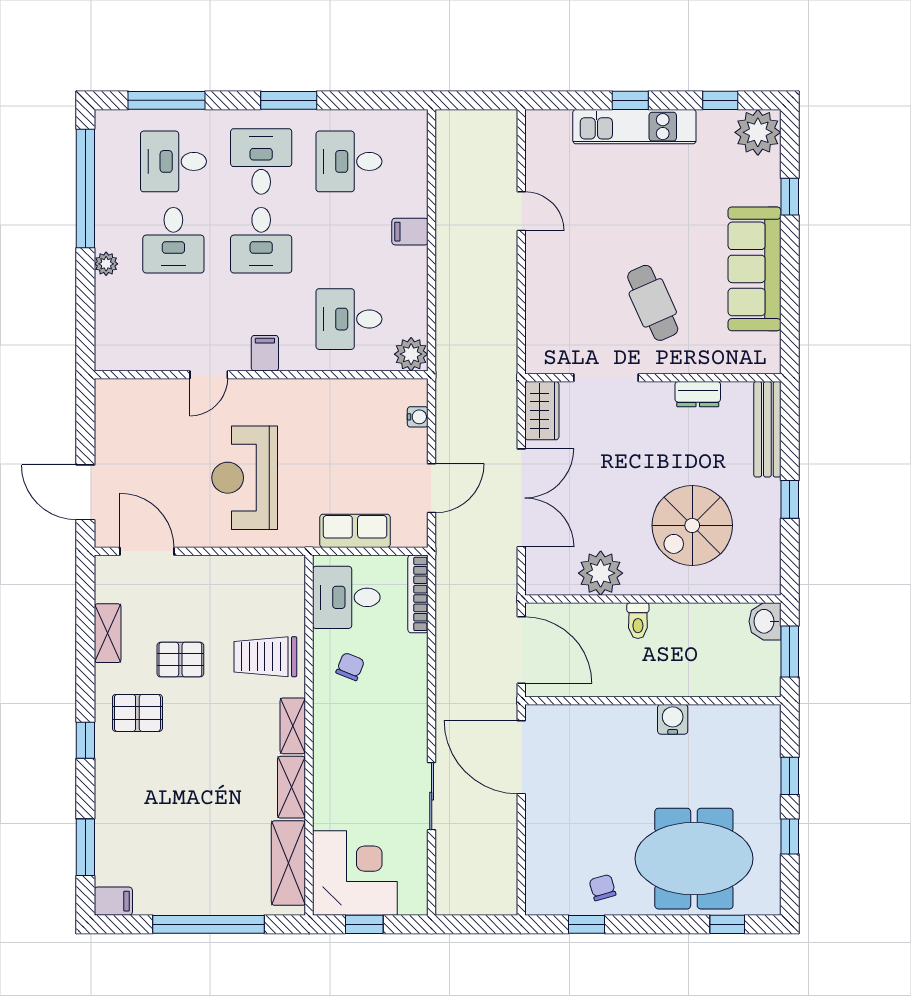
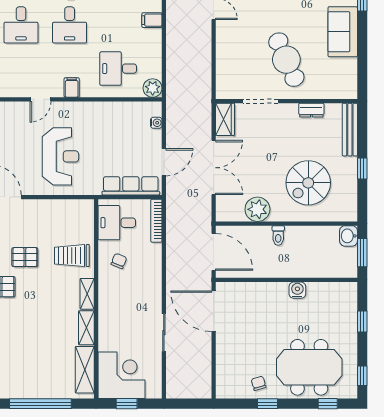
sofa: (754, 269) -> (343, 32), width x0.73
cafe table: (653, 303) -> (286, 60), width x1.37, depth x1.35
reception desk: (245, 478) -> (60, 156), turned 180
row of seats: (355, 531) -> (131, 186), width x1.48
window: (790, 836) -> (362, 376), moved
window: (587, 924) -> (267, 404), moved

